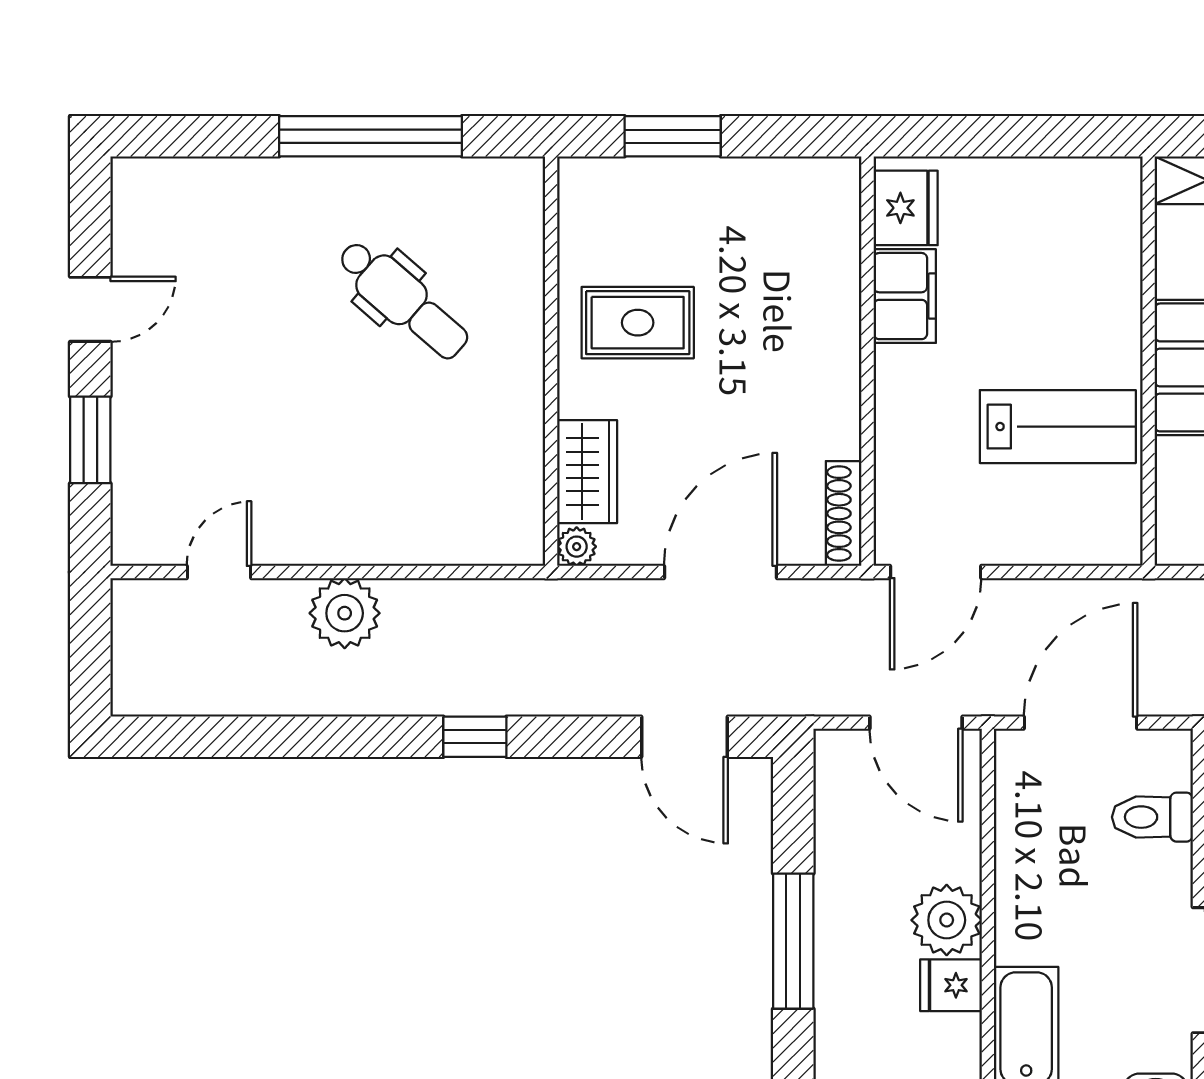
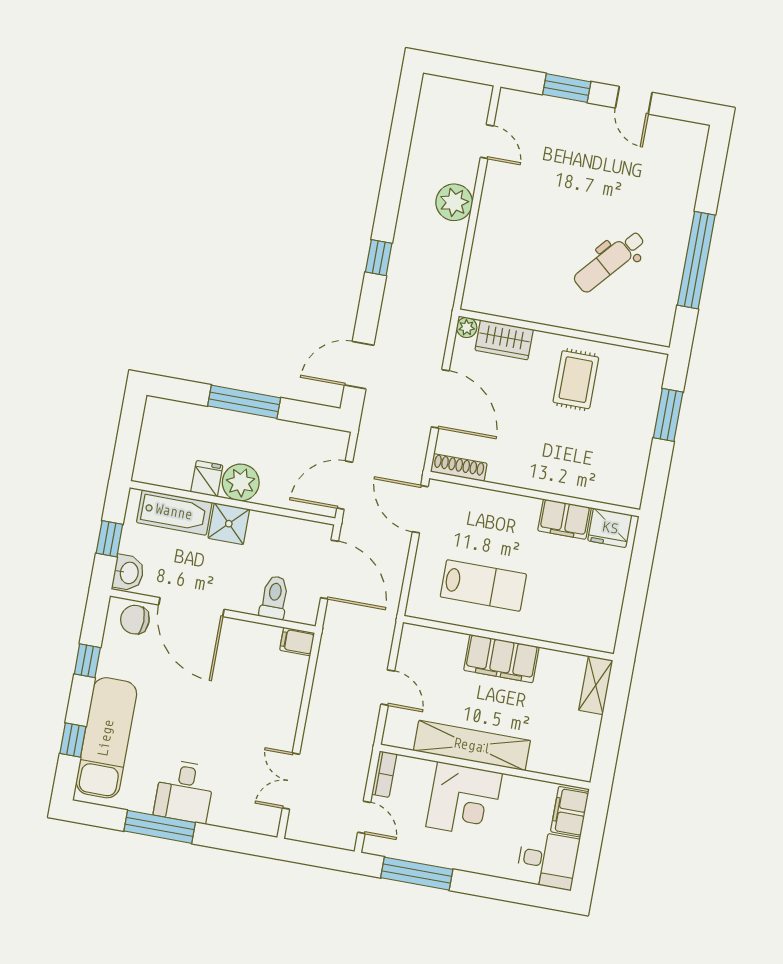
lab bench: (1058, 427) -> (483, 585), turned -90
shower: (1029, 928) -> (229, 524), added

